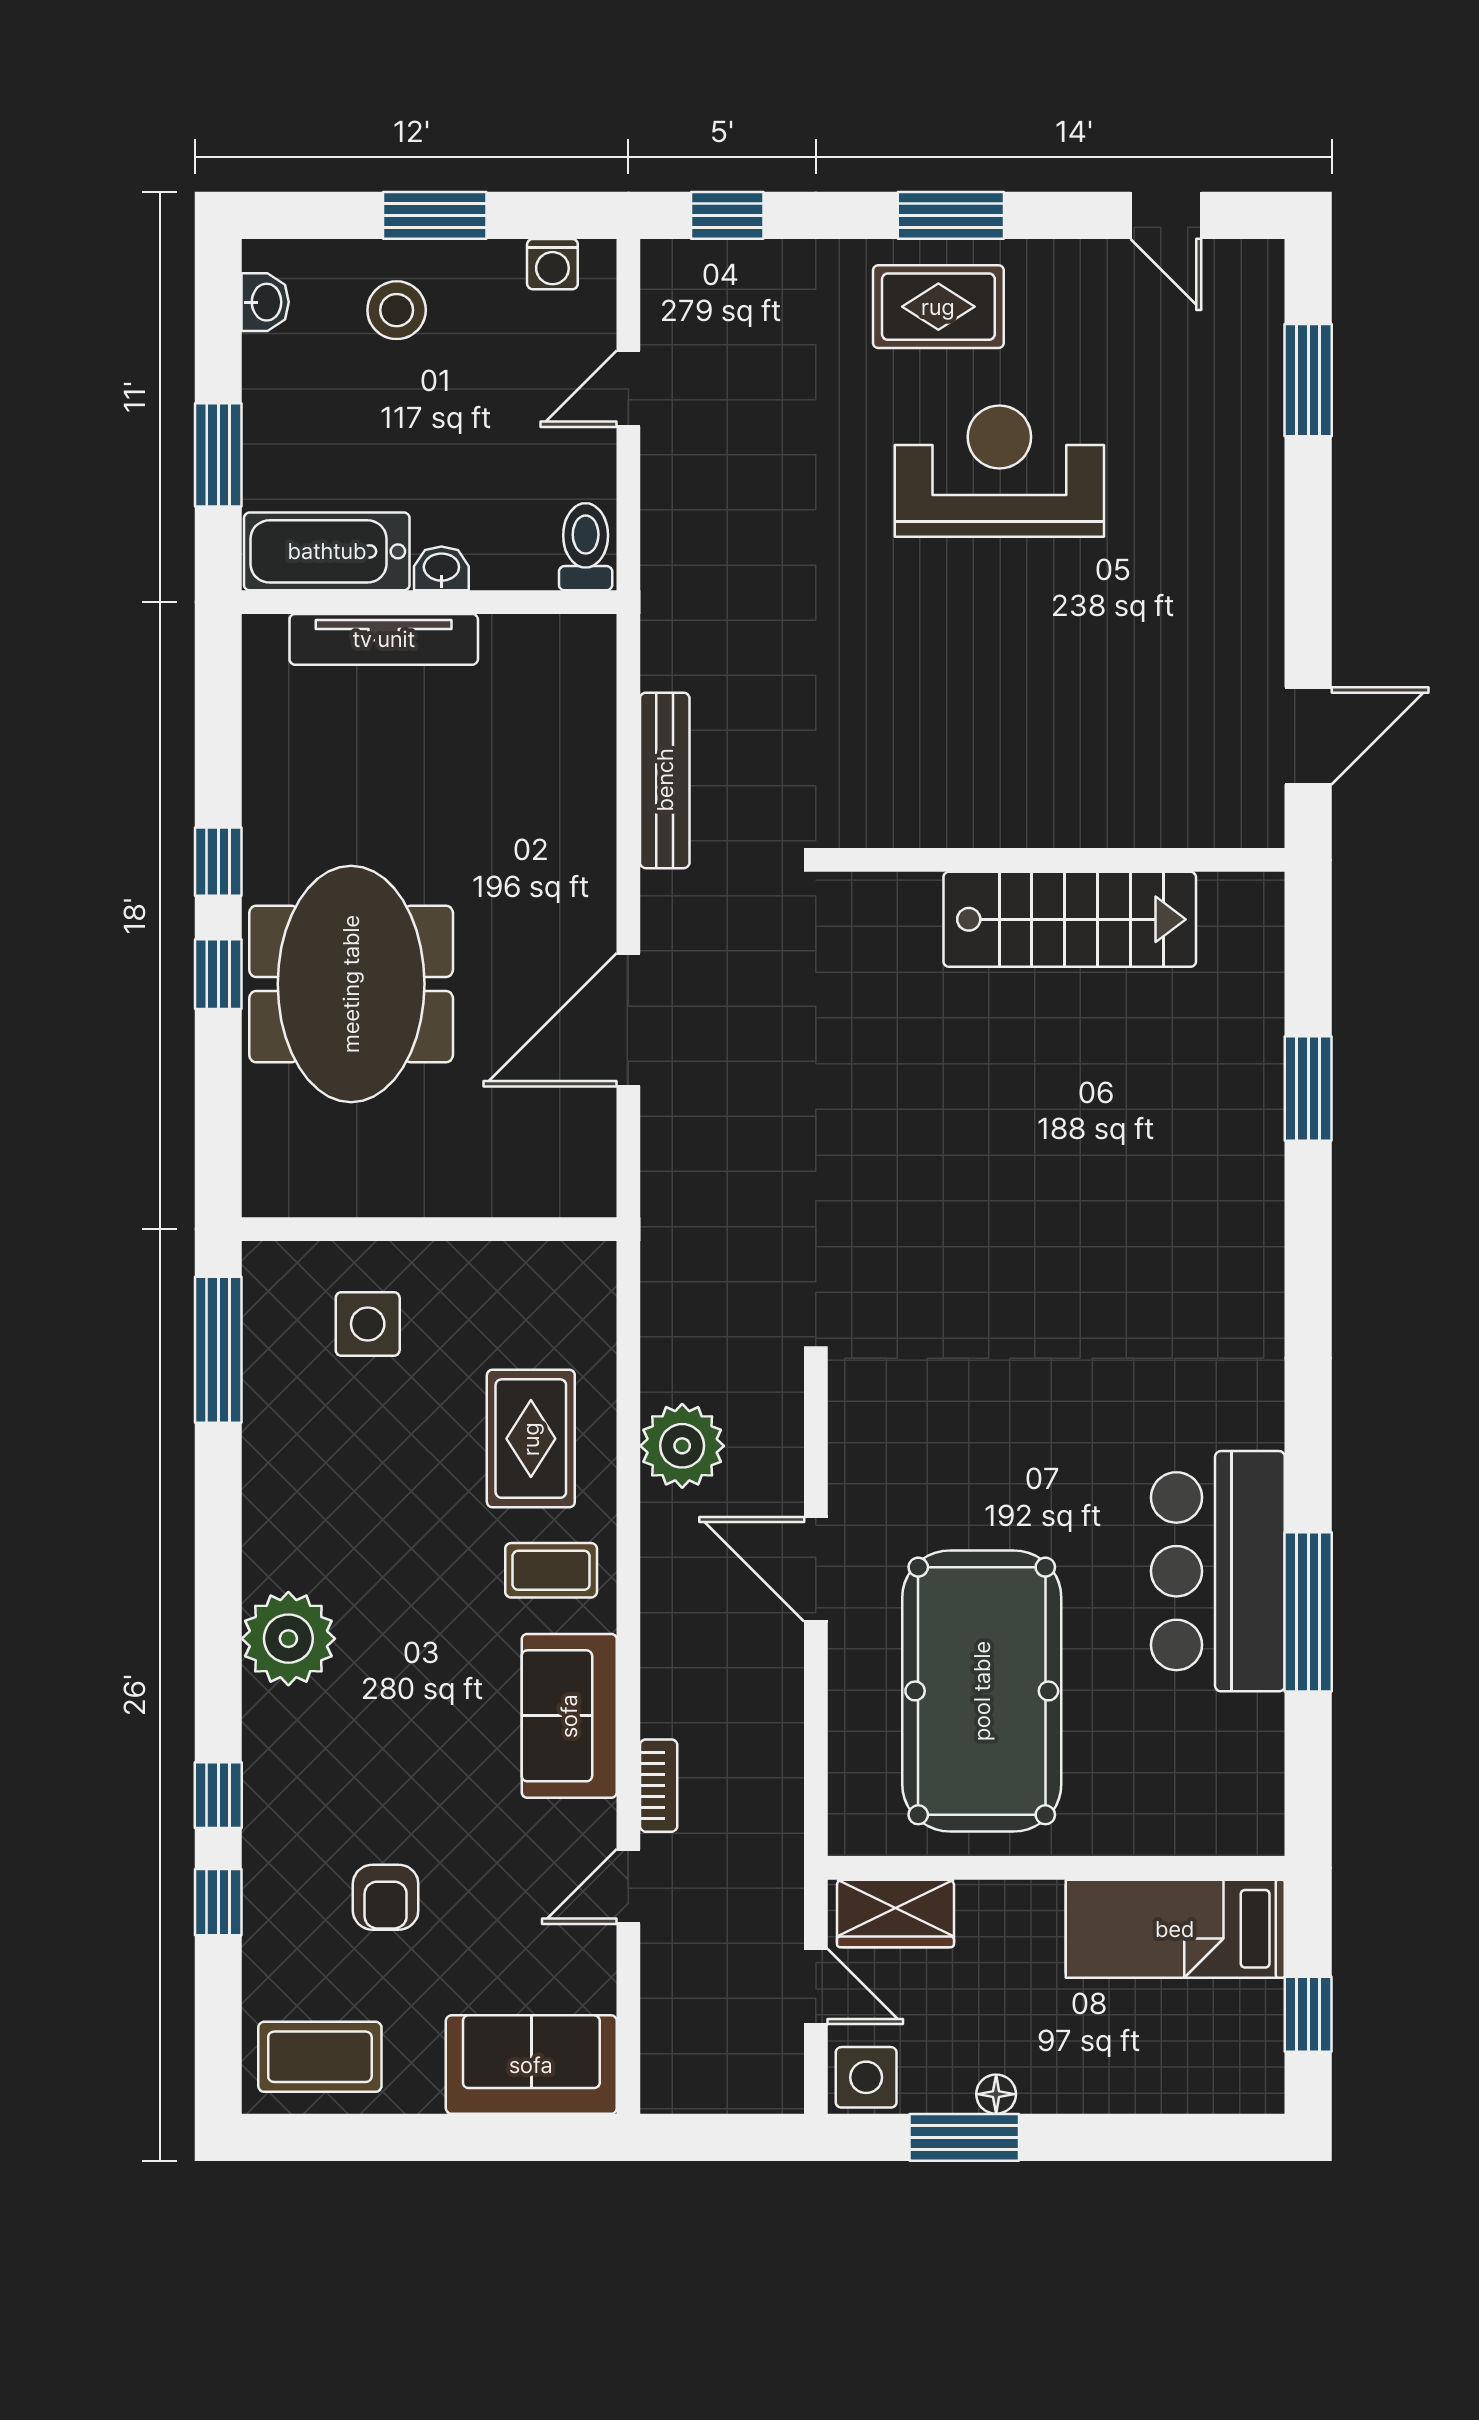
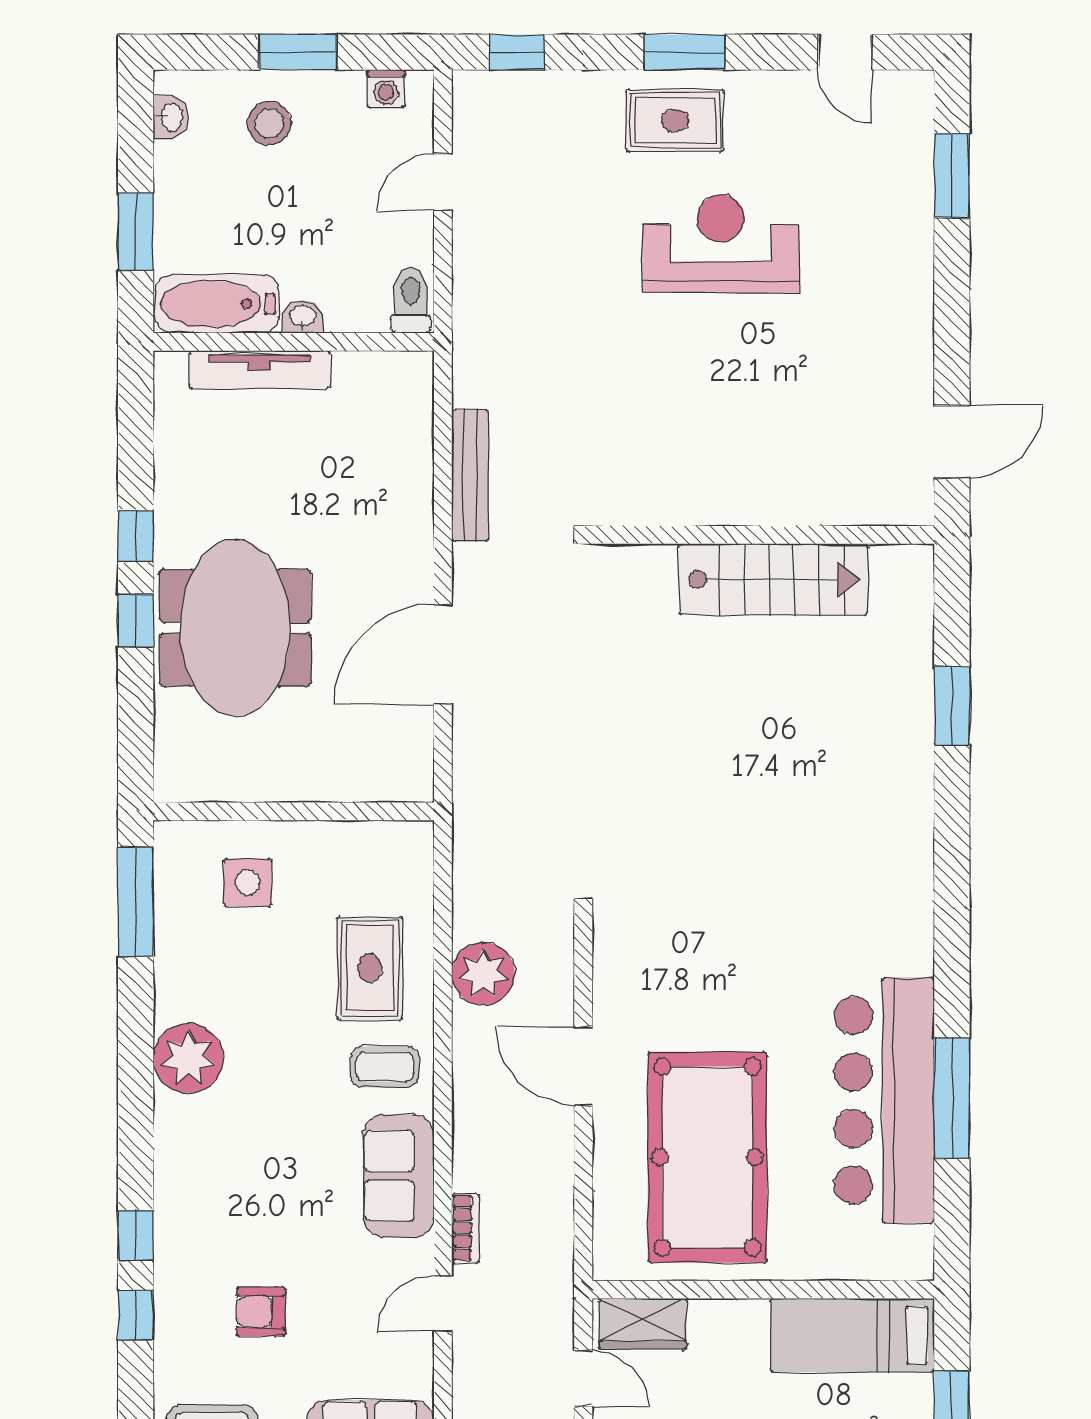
bar counter: (1218, 1571) -> (884, 1100), width x1.36
plant: (288, 1639) -> (188, 1058), moved
armchair: (386, 1897) -> (261, 1312), turned 90

